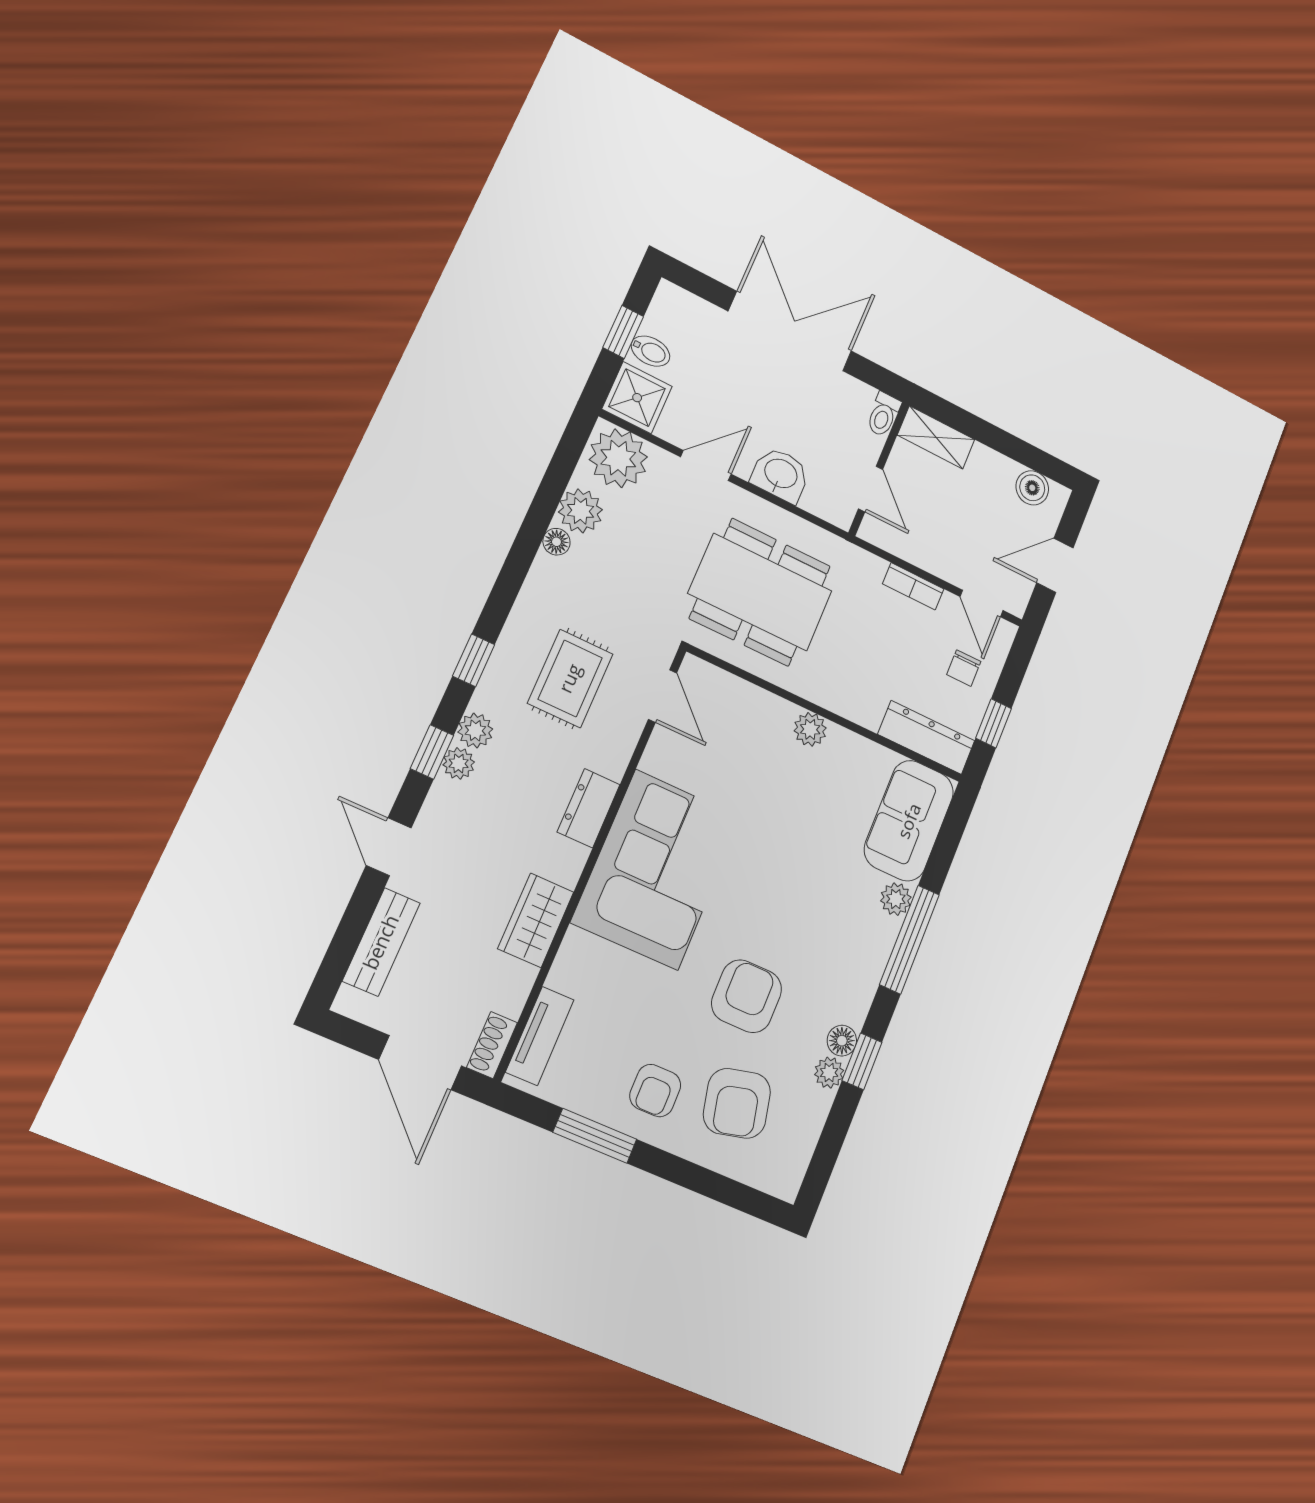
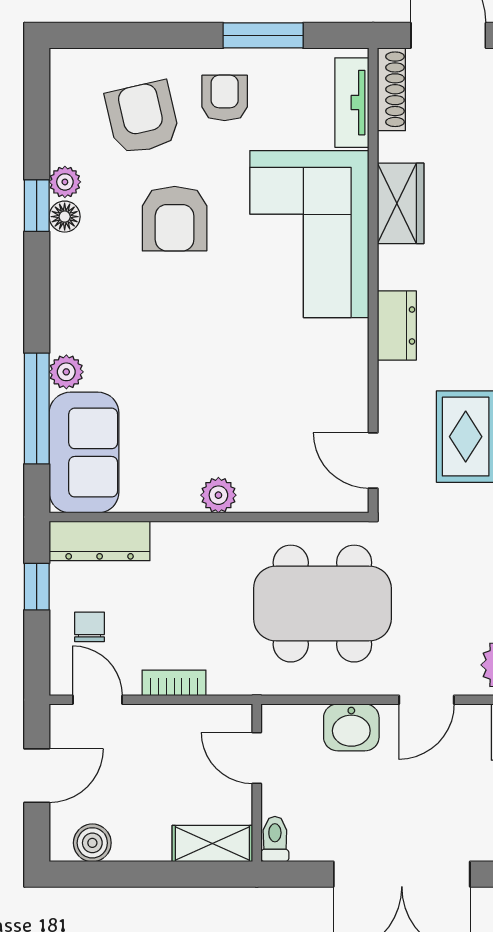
corner sofa: (657, 869) -> (309, 234), moved
window: (909, 940) -> (37, 409), moved
shoe rack: (492, 1045) -> (391, 89), width x1.43

